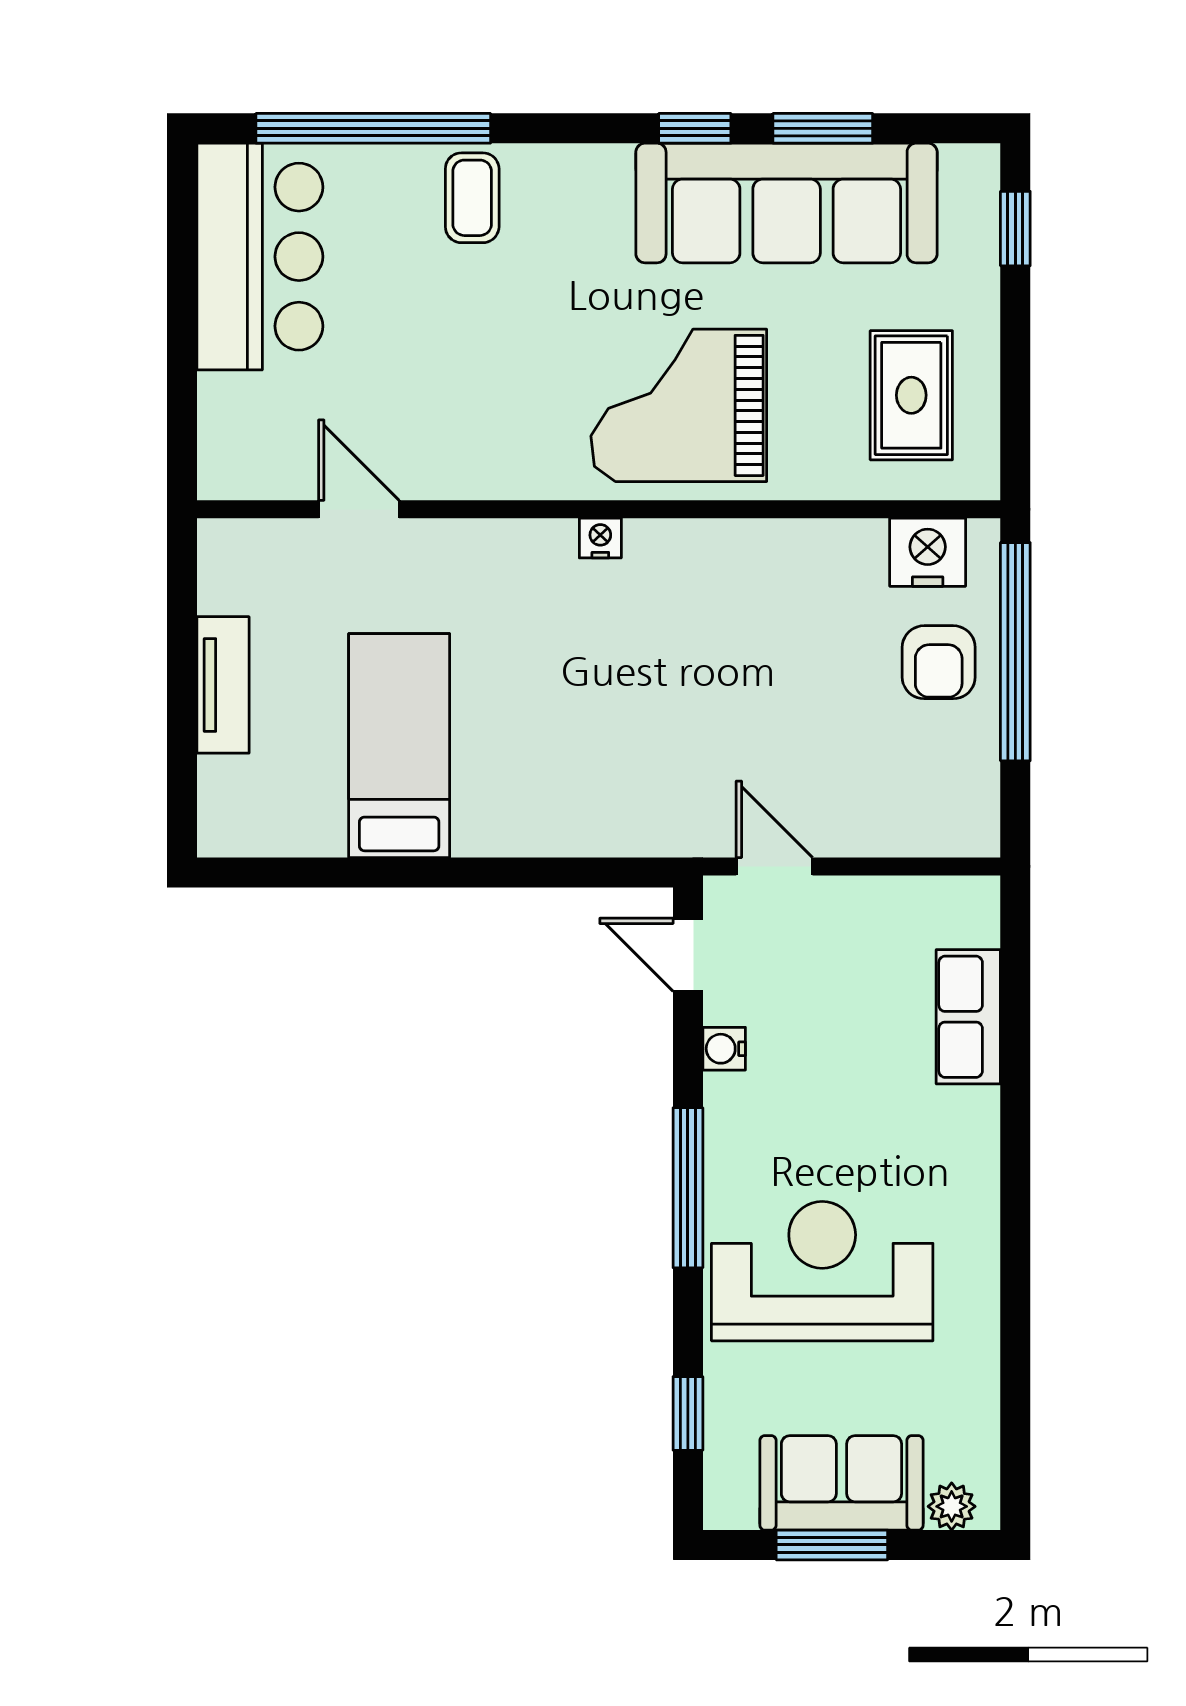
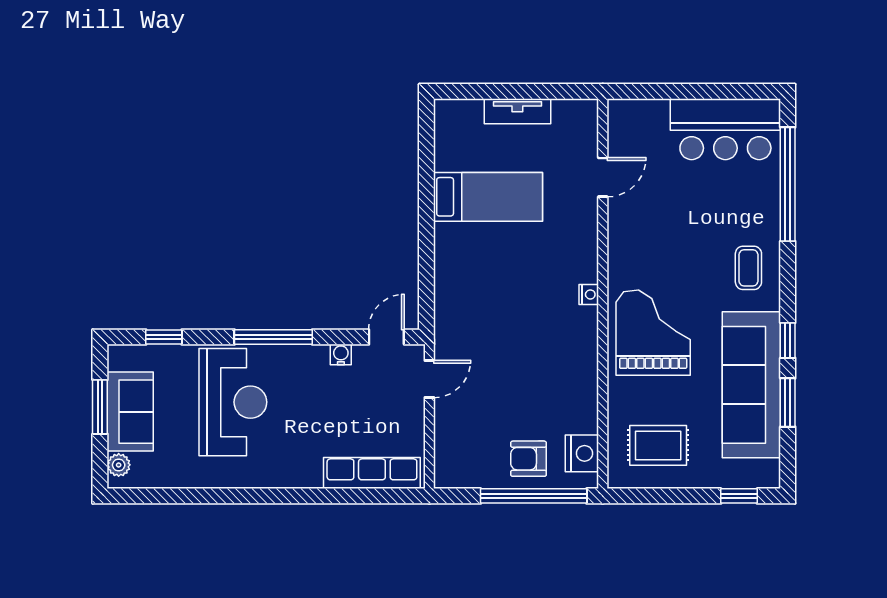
coffee table: (472, 198) -> (748, 268), moved, turned 90
row of seats: (968, 1017) -> (372, 473), width x1.48

